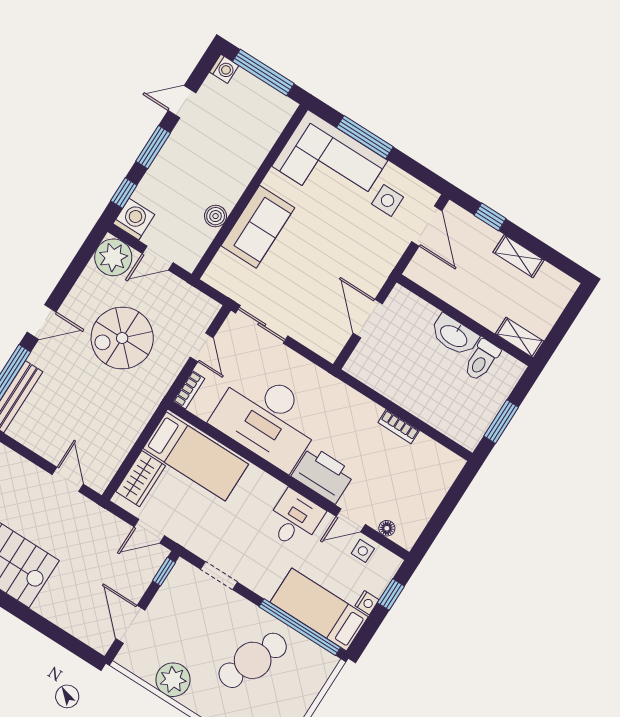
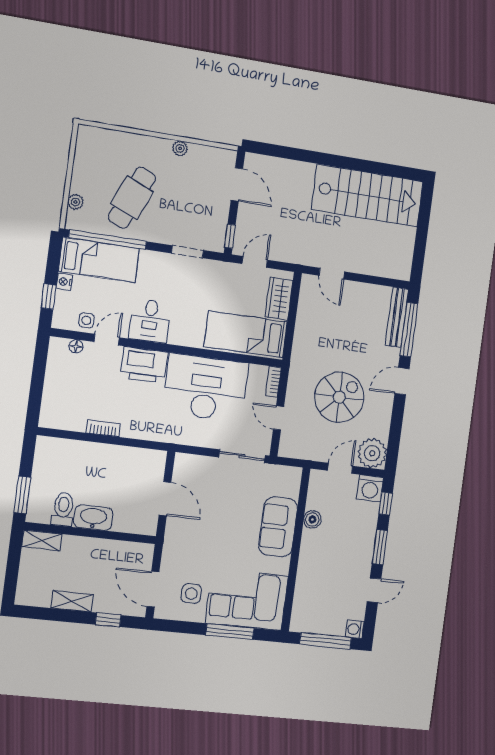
window: (501, 422) -> (22, 495), moved
plant: (173, 680) -> (180, 148), width x0.53, depth x0.53
plant: (316, 682) -> (75, 202), added

